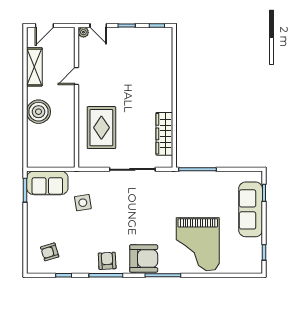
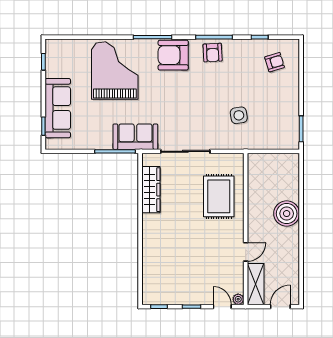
shelving: (34, 67) -> (256, 284), moved
sofa: (47, 183) -> (135, 137), moved

